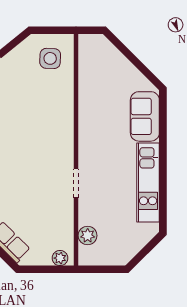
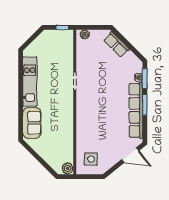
plant: (88, 236) -> (68, 168), moved
window: (96, 269) -> (62, 27), added

